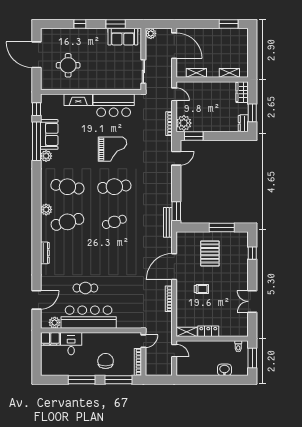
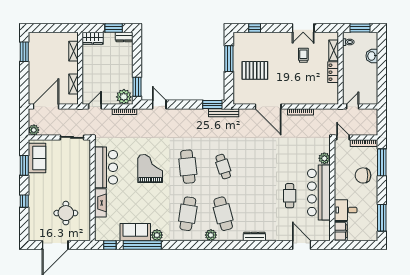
trolley: (201, 289) -> (303, 55), moved
plant: (55, 323) -> (324, 158), moved
shelving: (187, 332) -> (334, 50), moved
window: (82, 380) -> (382, 218), moved

